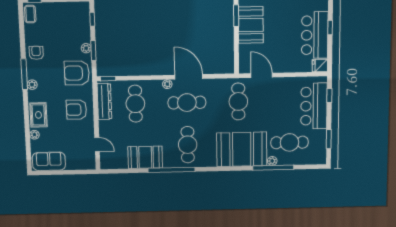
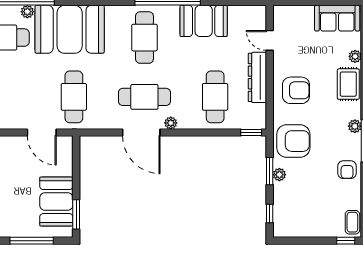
dresser: (104, 101) -> (257, 77), moved

